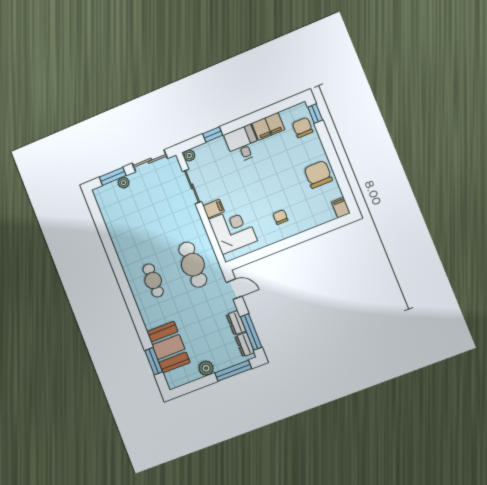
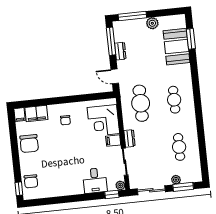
filing cabinet: (268, 126) -> (36, 113), moved, turned 180
window: (213, 135) -> (112, 194), moved
desk: (243, 144) -> (95, 181), moved
cafe table: (131, 224) -> (179, 147), added
dresser: (245, 345) -> (129, 138), moved

